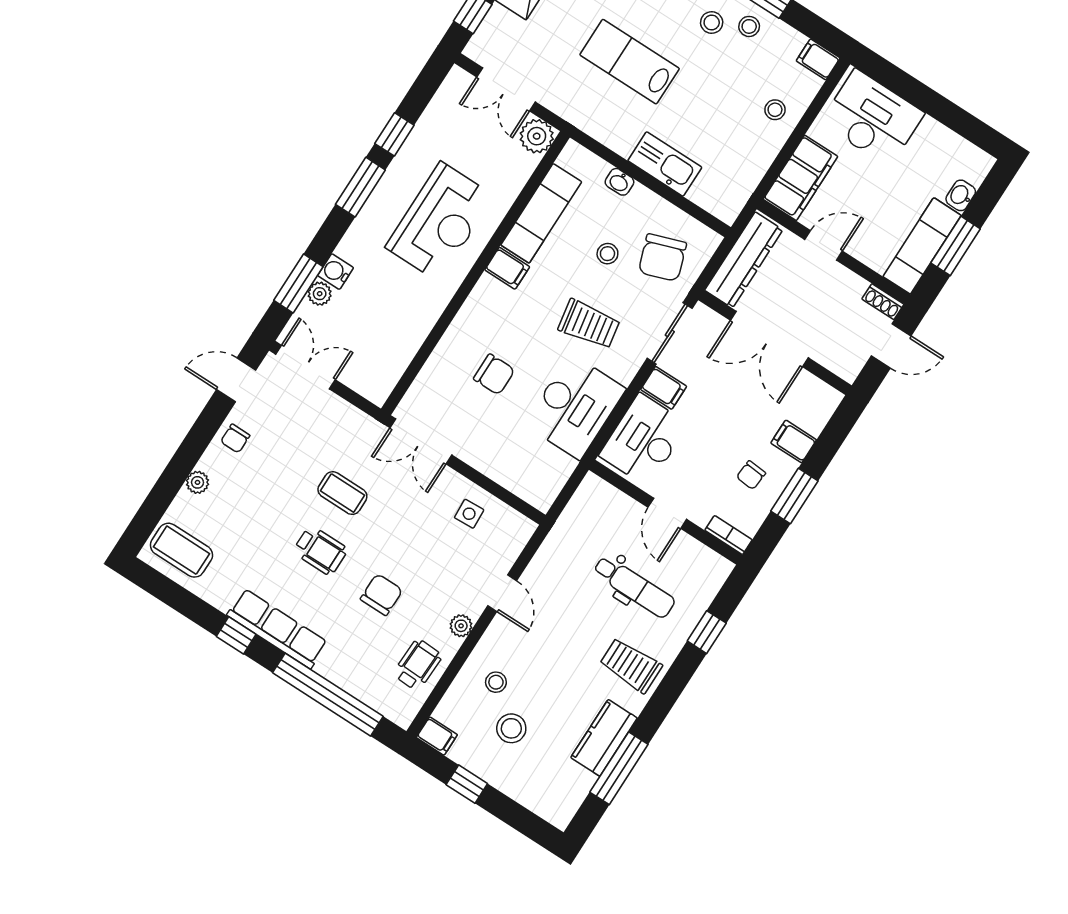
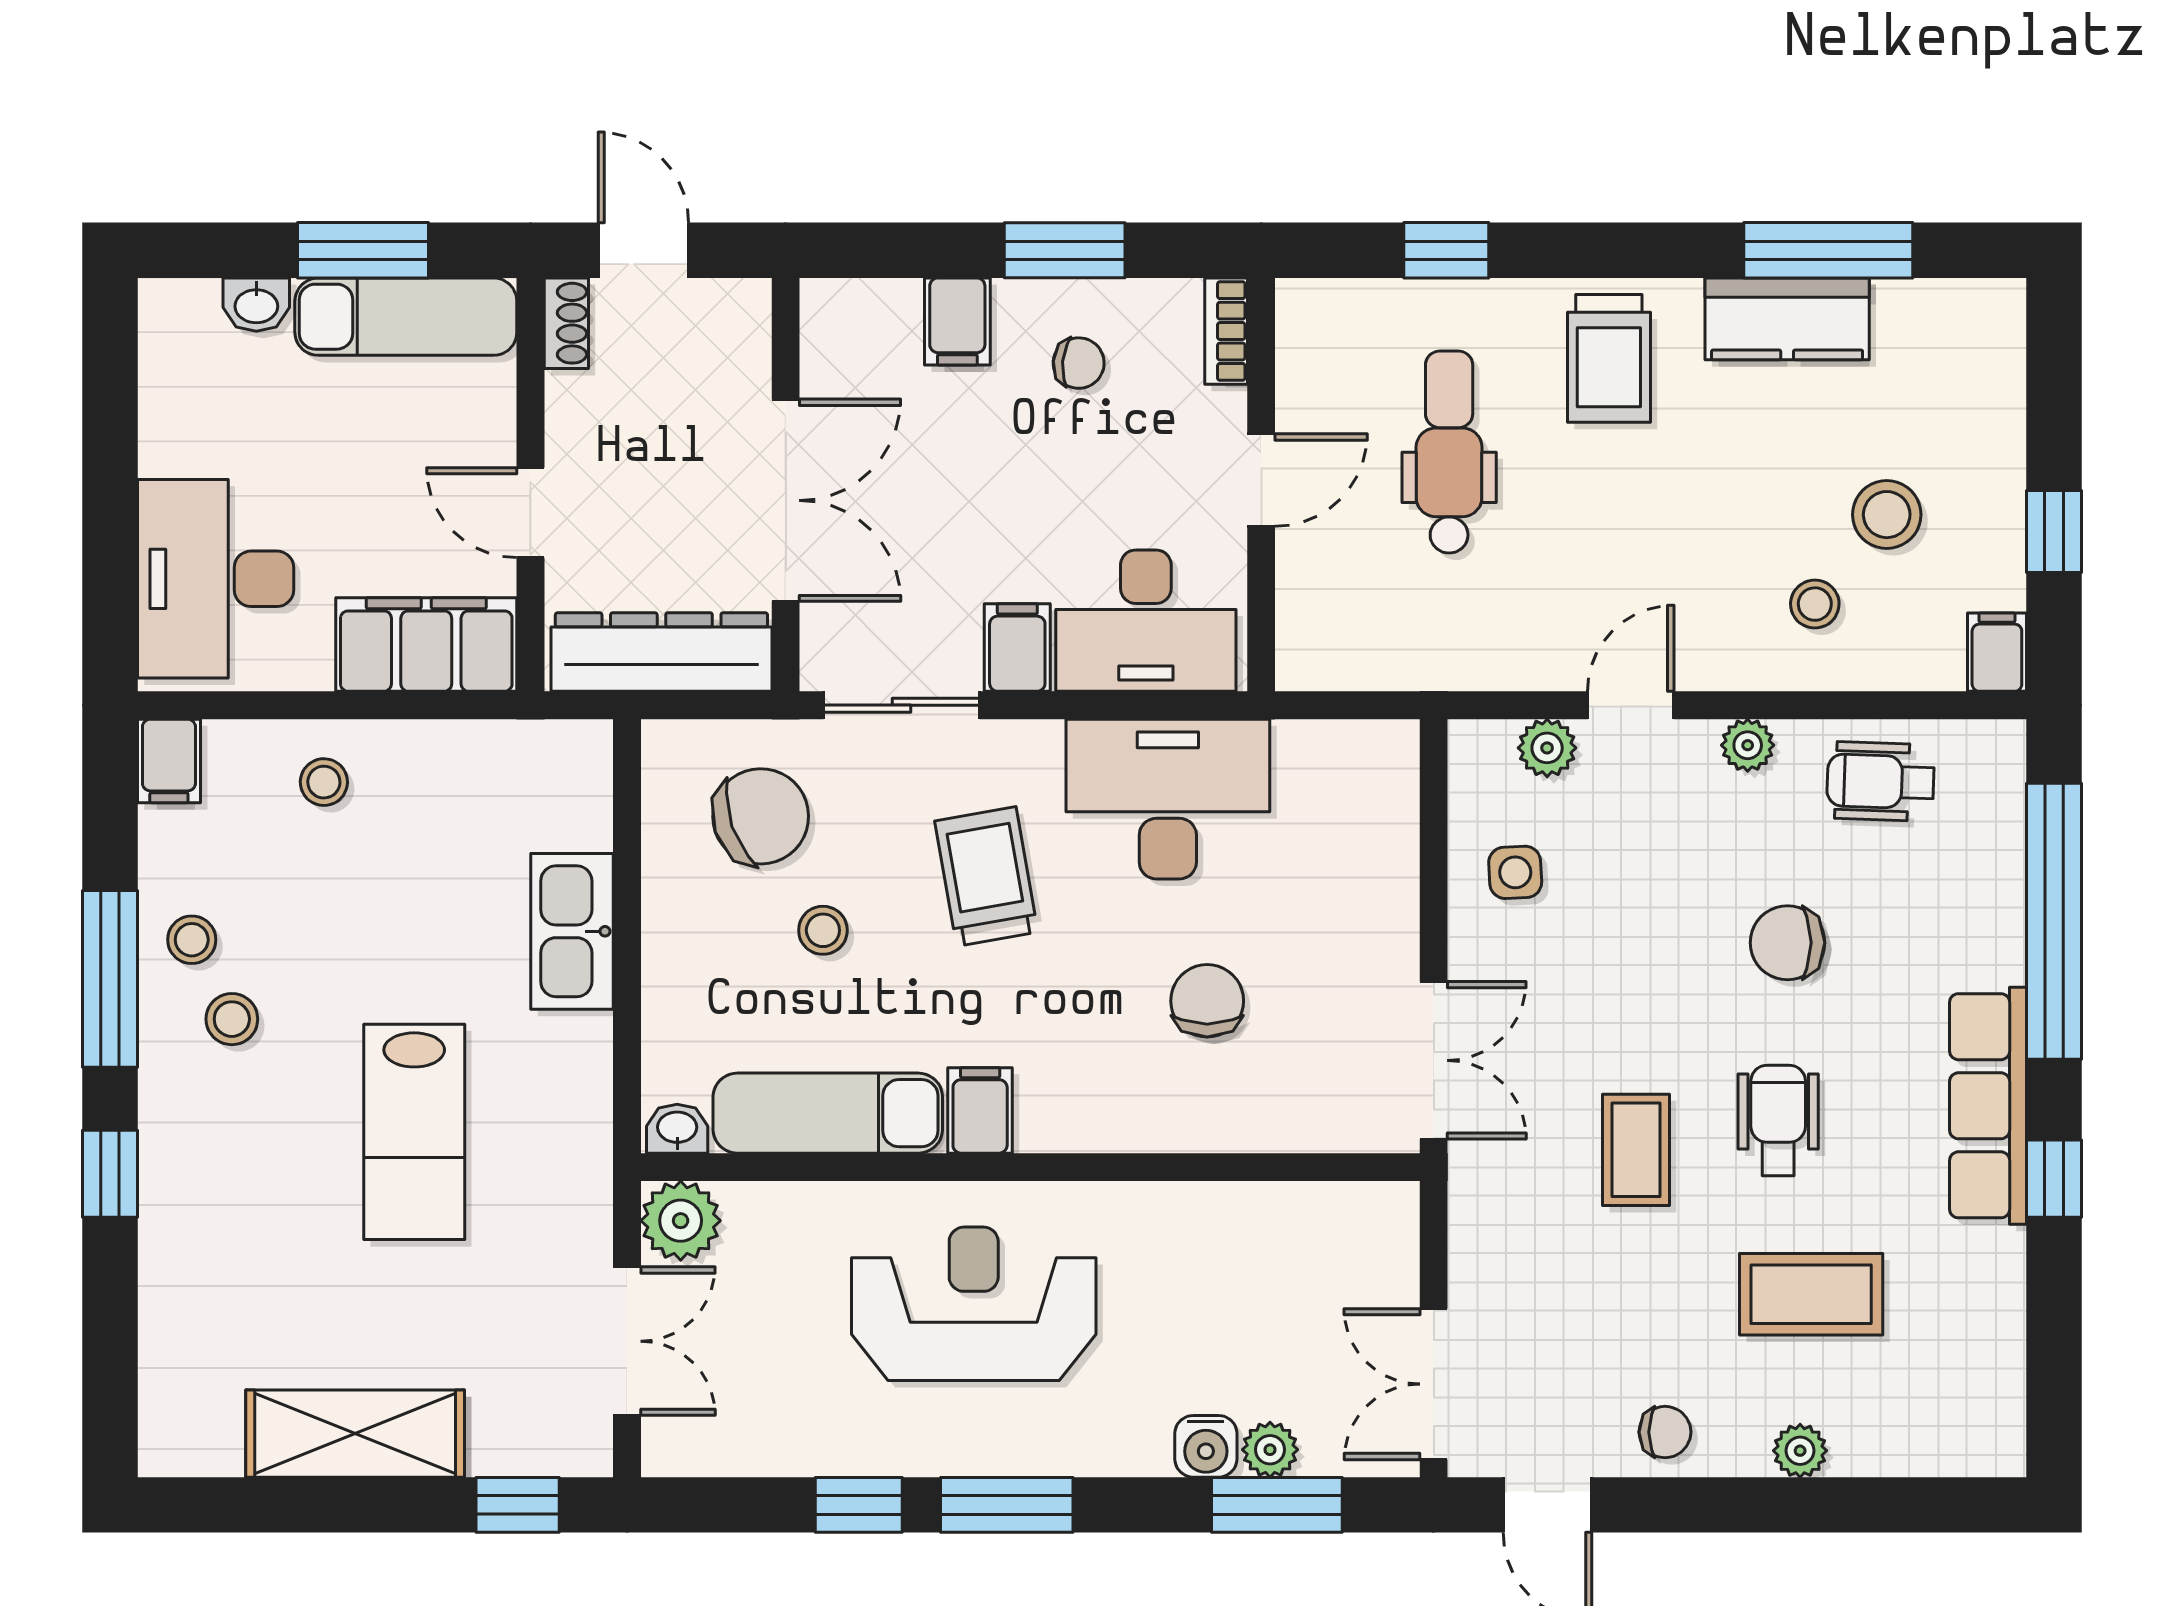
washbasin: (619, 182) -> (677, 1129), moved, turned -90
coffee table: (181, 550) -> (1811, 1294), moved, turned 90
plant: (506, 554) -> (1547, 748), added

